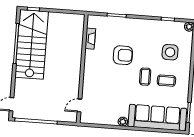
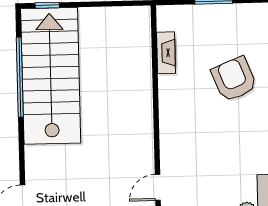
armchair: (123, 55) -> (234, 79), turned -112

